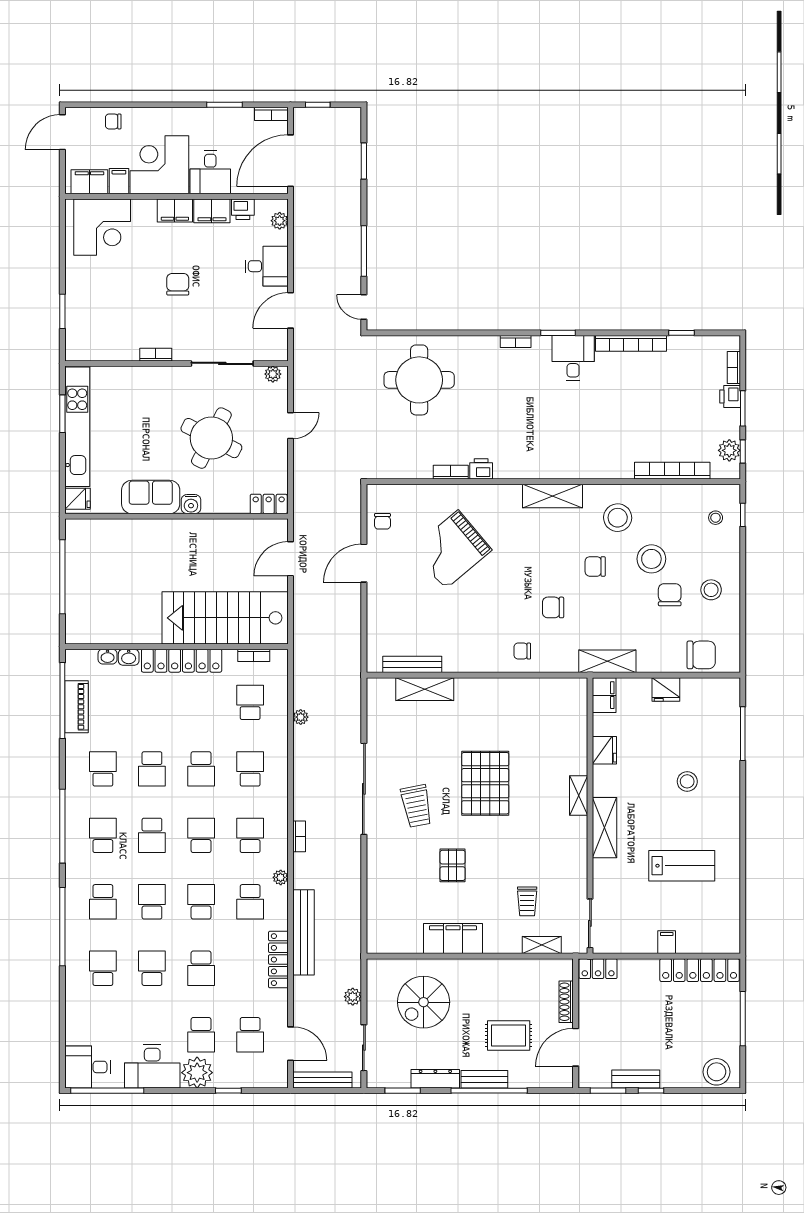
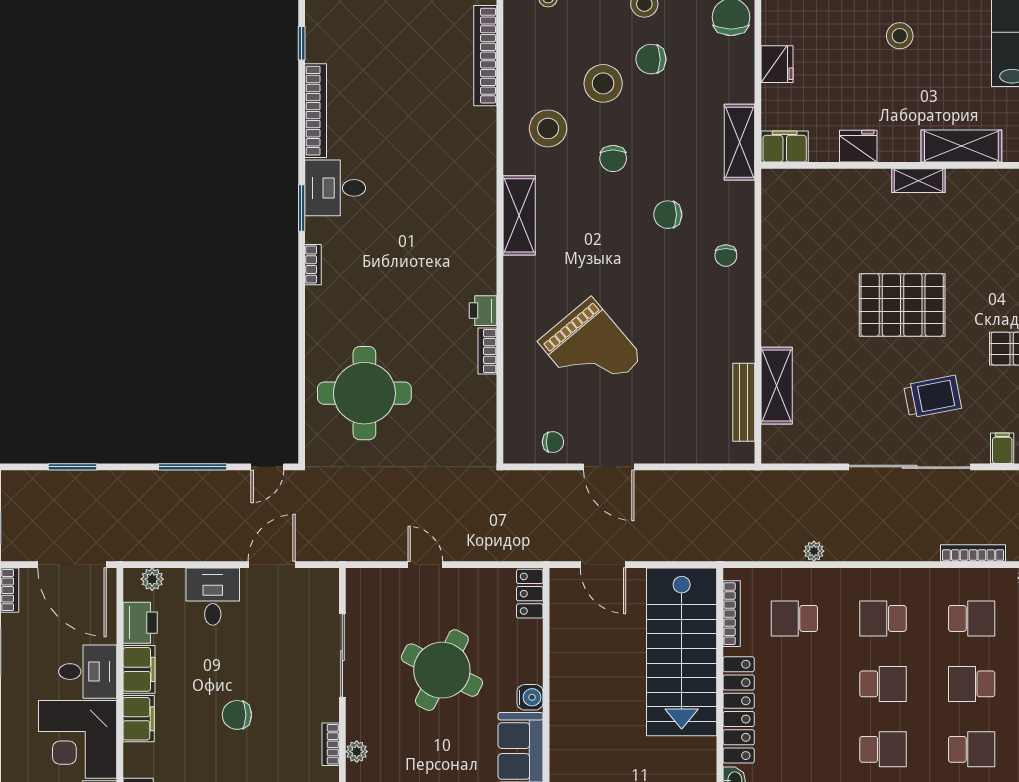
printer: (243, 209) -> (140, 623), width x1.36, depth x1.24
door: (291, 310) -> (272, 565), swing flipped
plant: (273, 374) -> (357, 752), moved
chair: (553, 607) -> (668, 215), turned 90
bookcase: (254, 655) -> (732, 614), width x1.56
school desk: (250, 835) -> (972, 618), turned 180
bookcase: (299, 836) -> (973, 553), width x1.56
filing cabinet: (378, 858) -> (1002, 448), added

